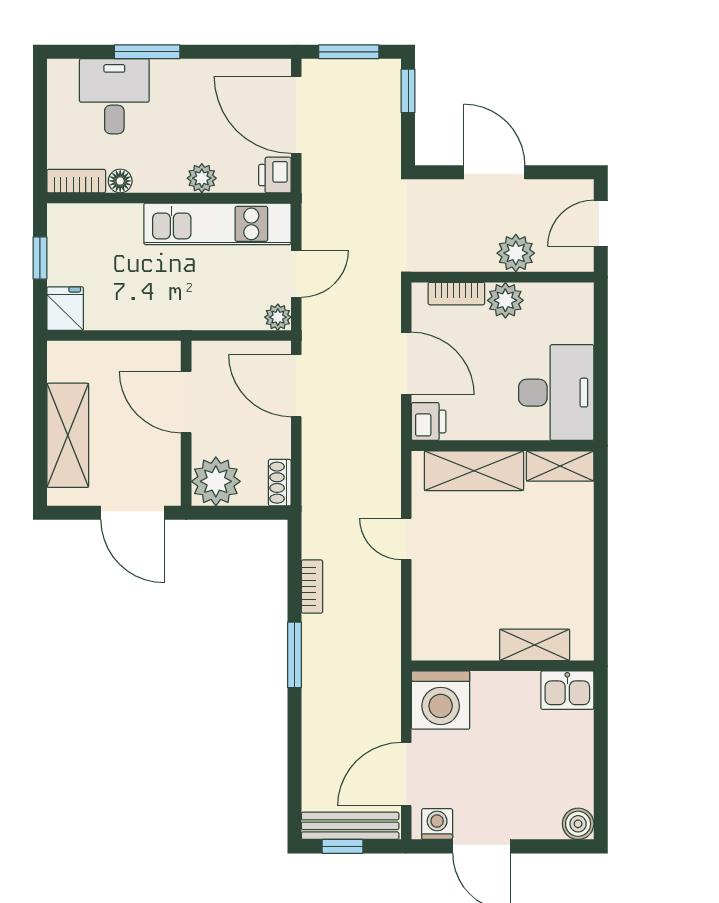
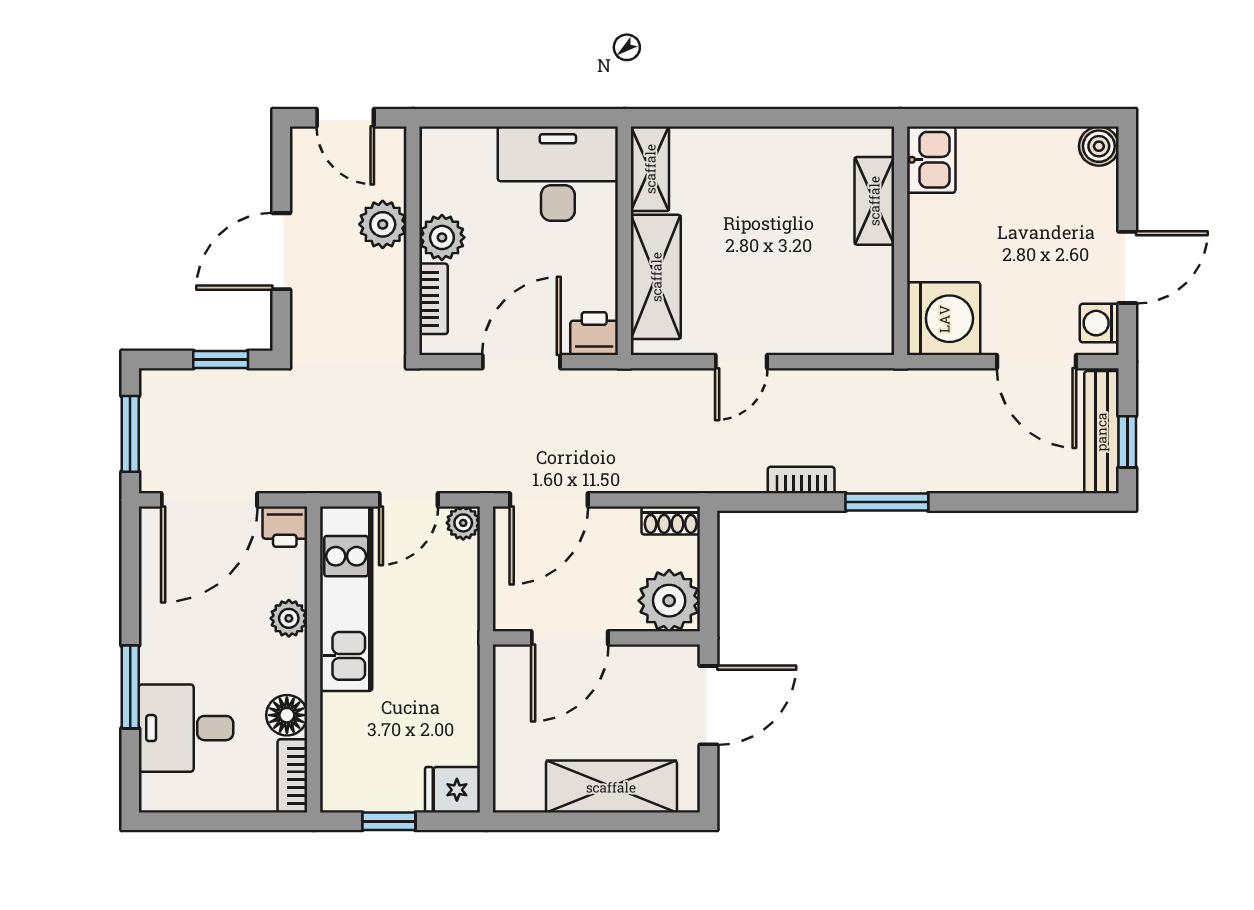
window: (408, 91) -> (221, 360), moved
floor lamp: (120, 181) -> (287, 715), width x1.37, depth x1.37
door: (296, 274) -> (409, 500), swing flipped

